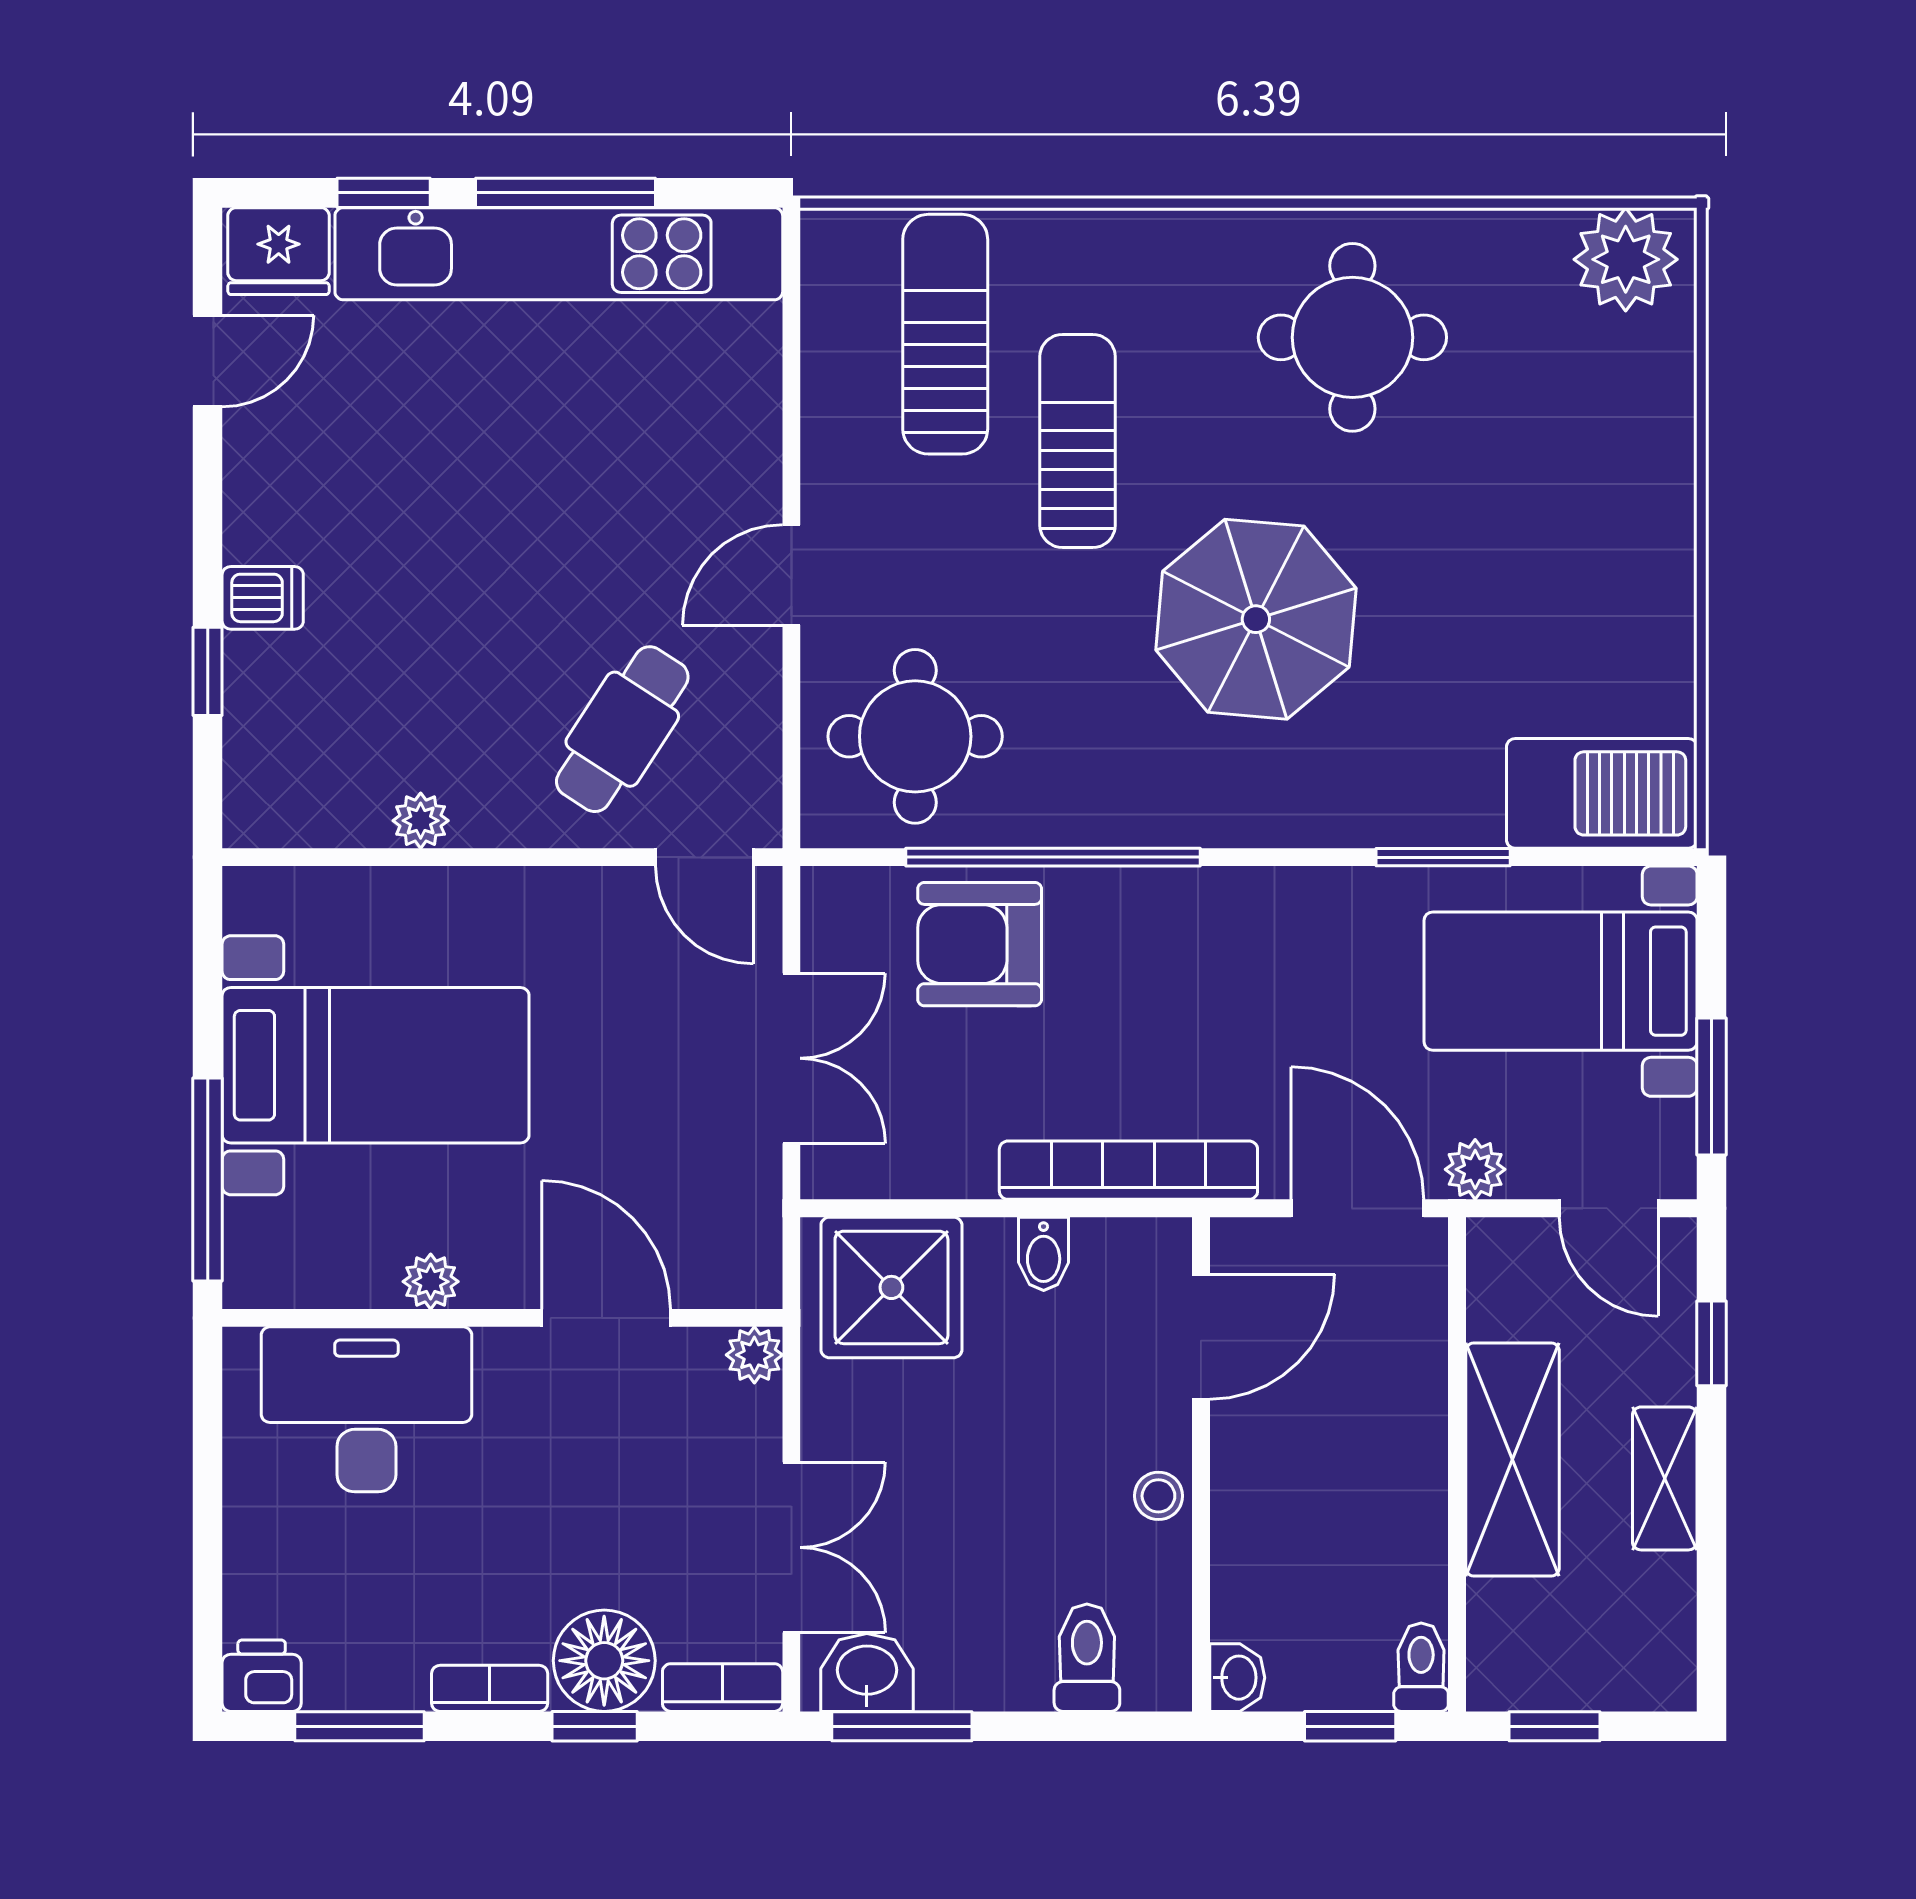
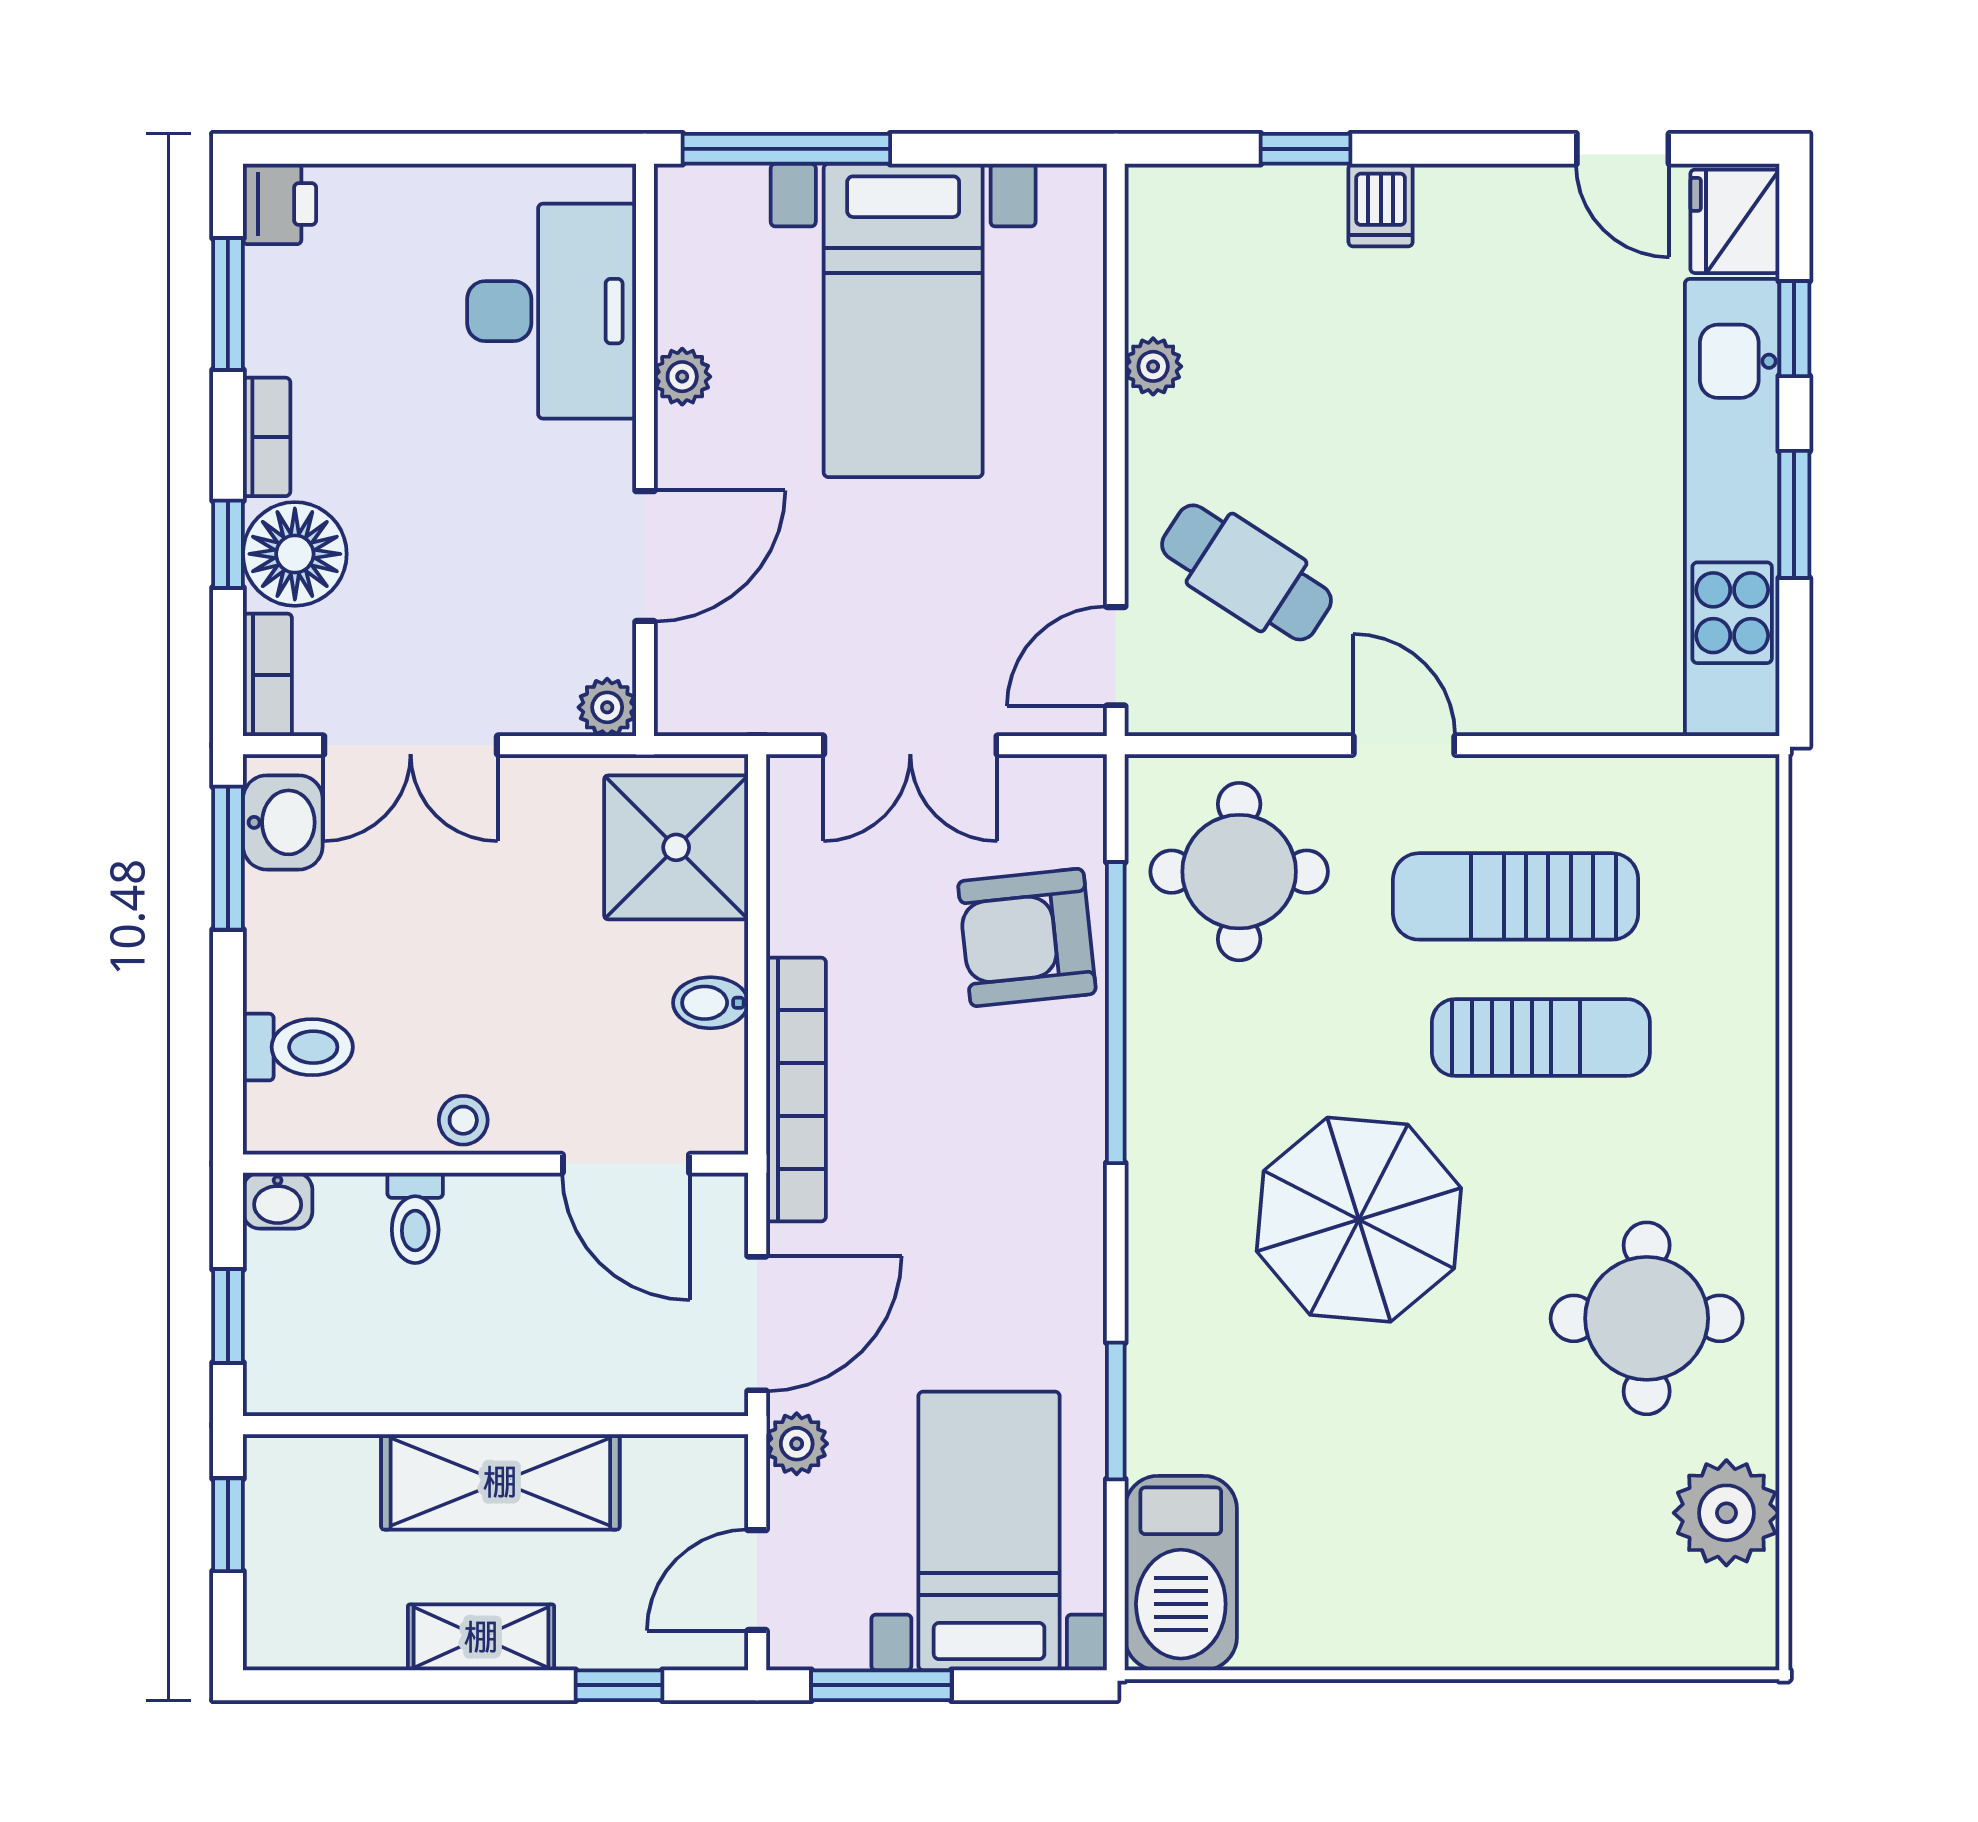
window: (566, 193) -> (1794, 514), width x0.69
plant: (1626, 259) -> (1726, 1513), moved
sun lounger: (945, 334) -> (1516, 896), moved, turned 180
armchair: (980, 944) -> (1027, 937), turned -96
toilet: (1421, 1667) -> (415, 1218), moved, turned 90

